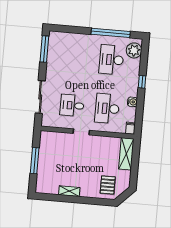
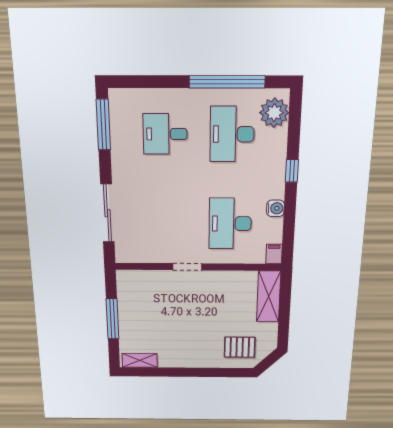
desk: (72, 105) -> (165, 134), moved
pallet: (108, 185) -> (240, 347), turned 90
shelving: (69, 191) -> (140, 360), moved

